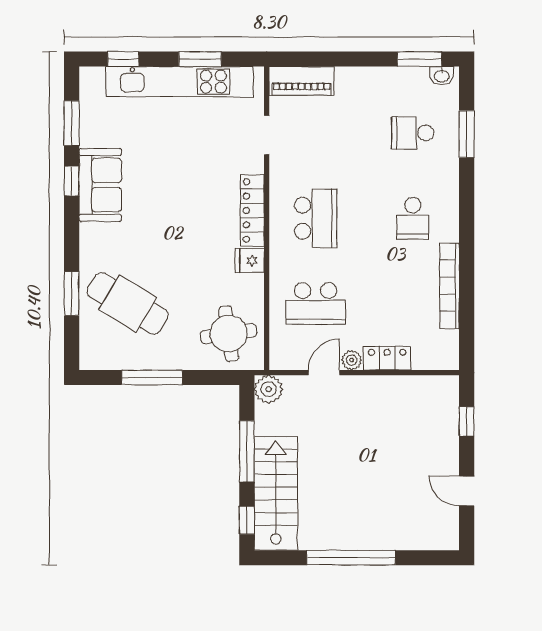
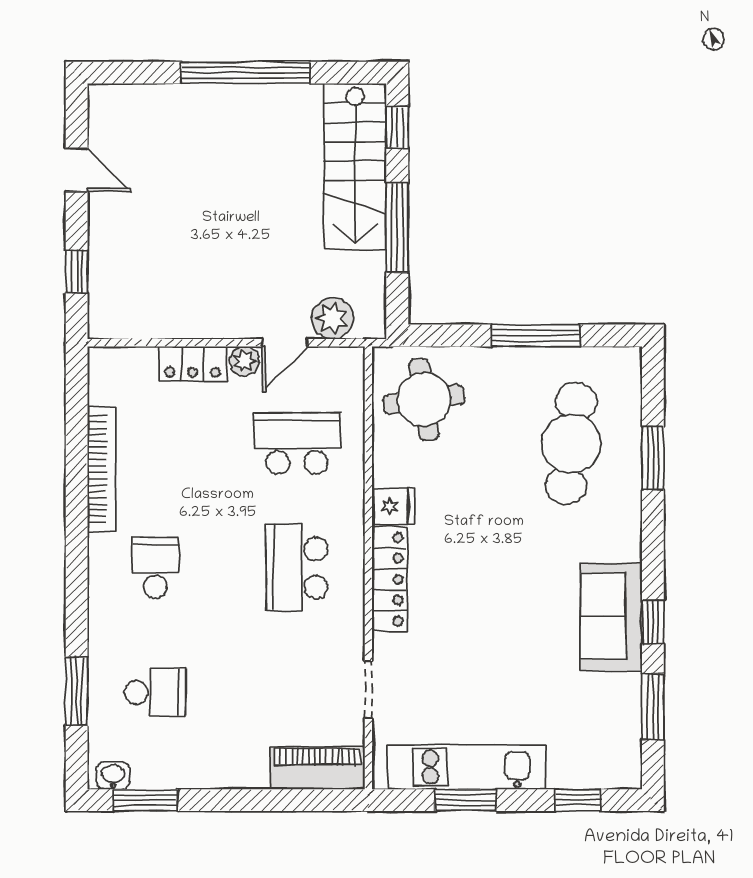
kitchen unit: (180, 82) -> (467, 767), width x0.73
cafe table: (128, 303) -> (571, 444), turned 66
plant: (269, 389) -> (332, 318), moved

